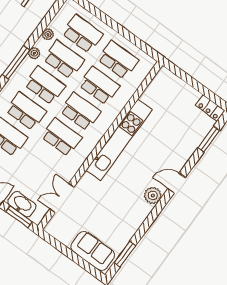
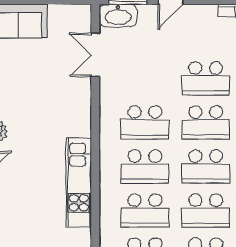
kitchen unit: (119, 140) -> (79, 182), width x0.73
double door: (62, 198) -> (95, 55), swing flipped
washbasin: (22, 204) -> (118, 16), moved

